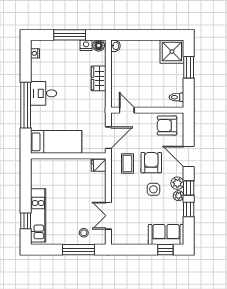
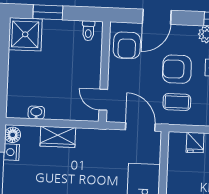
washbasin: (116, 46) -> (36, 113), moved
door: (127, 110) -> (103, 100), hinge flipped
door: (189, 157) -> (157, 17), moved
fridge: (99, 165) -> (195, 143), moved

